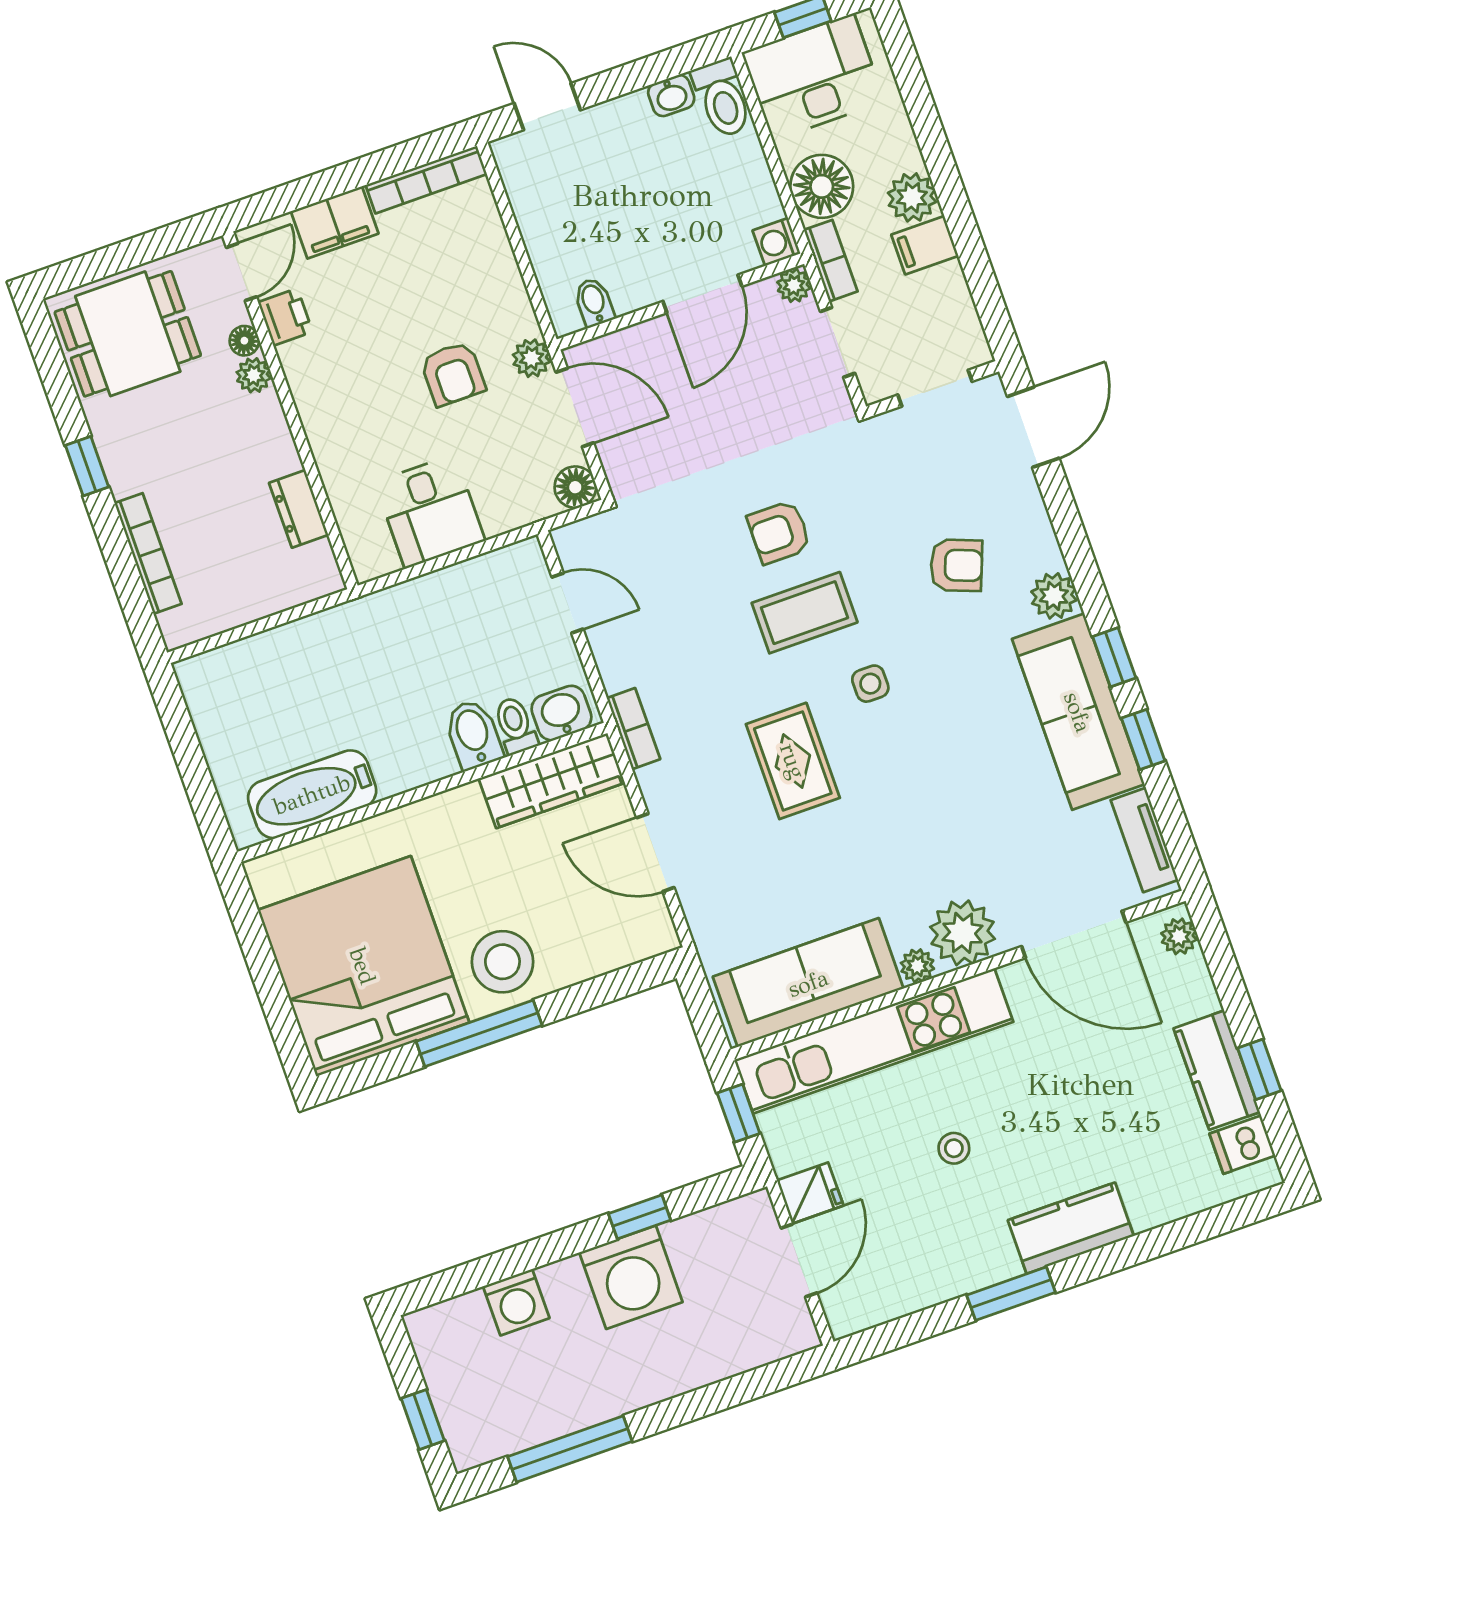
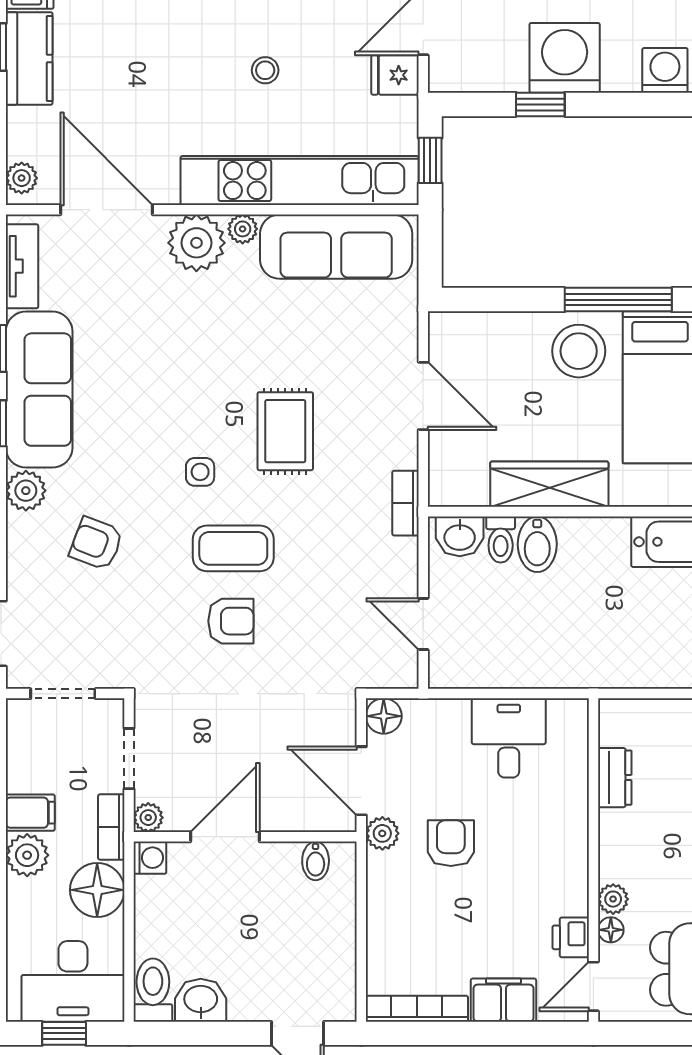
washbasin: (671, 96) -> (201, 1000), width x1.38, depth x1.45
wardrobe: (552, 781) -> (549, 484), moved

